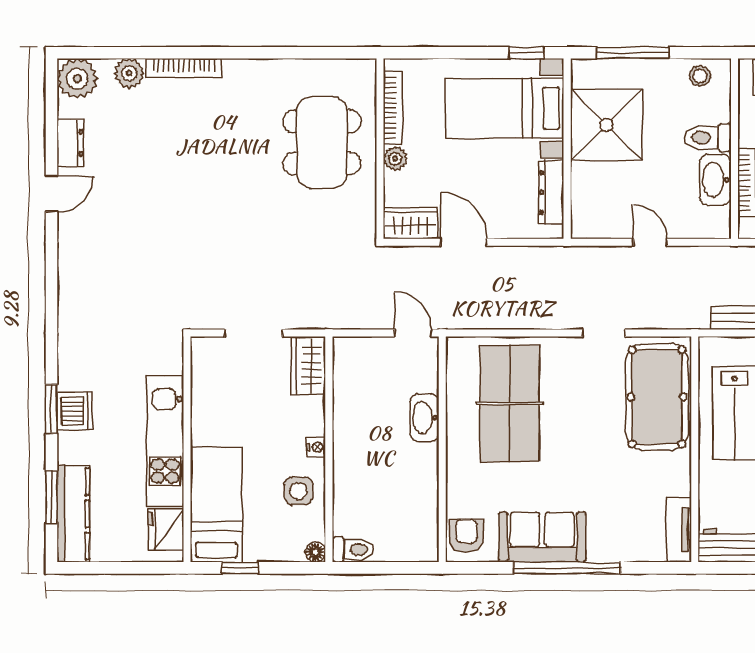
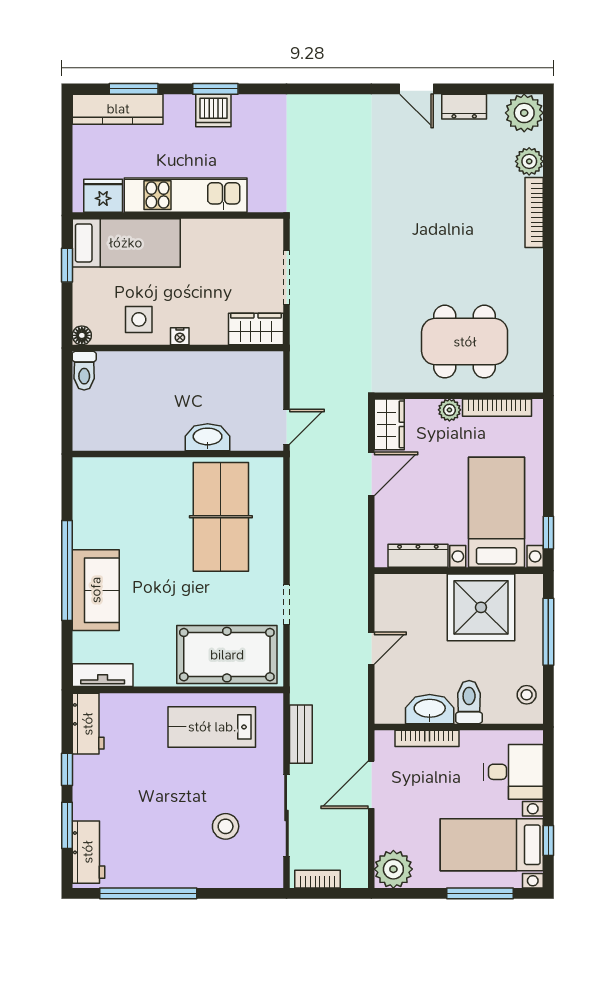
table tennis table: (510, 403) -> (221, 517), turned 90
armchair: (466, 536) -> (97, 476), removed
sofa: (542, 537) -> (96, 590), moved

